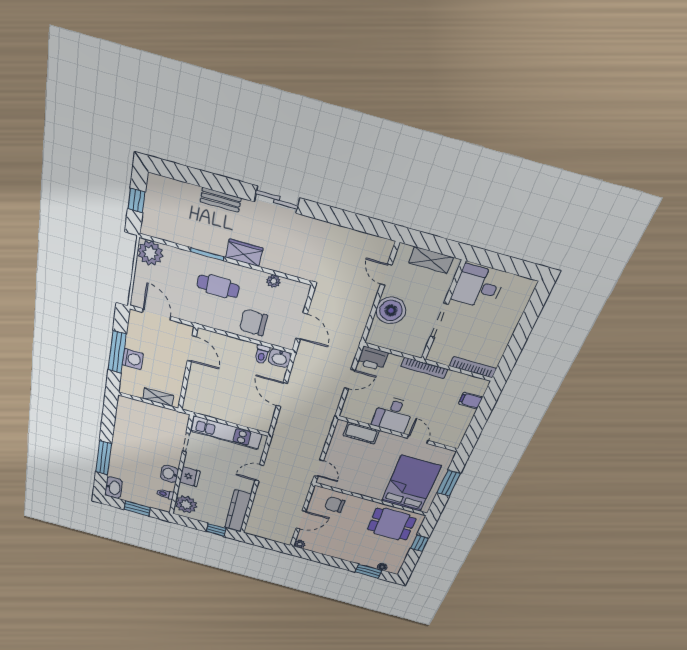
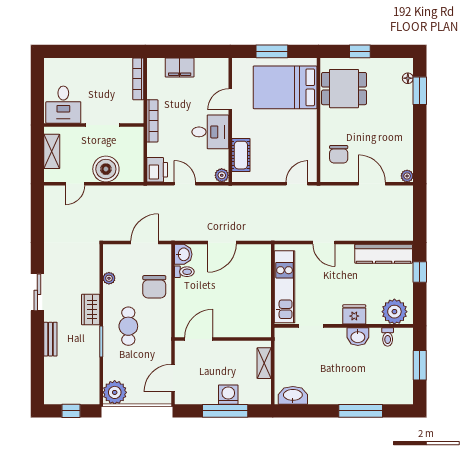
filing cabinet: (471, 400) -> (180, 67), width x2.00
plant: (347, 412) -> (222, 175), added
washbasin: (114, 488) -> (293, 395), moved
dining table: (392, 524) -> (344, 89), turned 90

